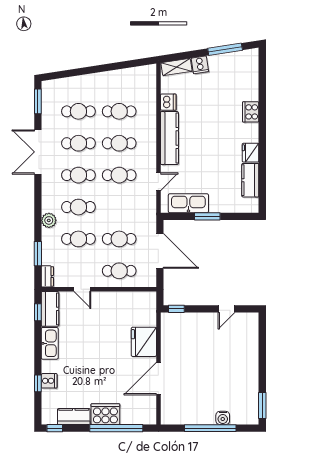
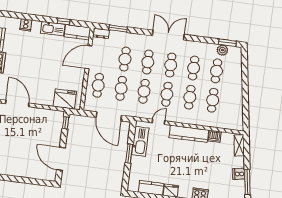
cooker: (200, 65) -> (239, 174), moved
double door: (38, 152) -> (168, 35), moved
door: (158, 182) -> (159, 122), swing flipped
cafe table: (119, 207) -> (144, 91), added
plant: (49, 220) -> (222, 50), moved
door: (160, 251) -> (109, 116), hinge flipped
door: (82, 289) -> (88, 57), width x1.88
door: (227, 309) -> (61, 159), width x1.88
window: (38, 312) -> (64, 21), moved
fridge: (144, 342) -> (65, 99), moved
window: (38, 383) -> (25, 16), removed

